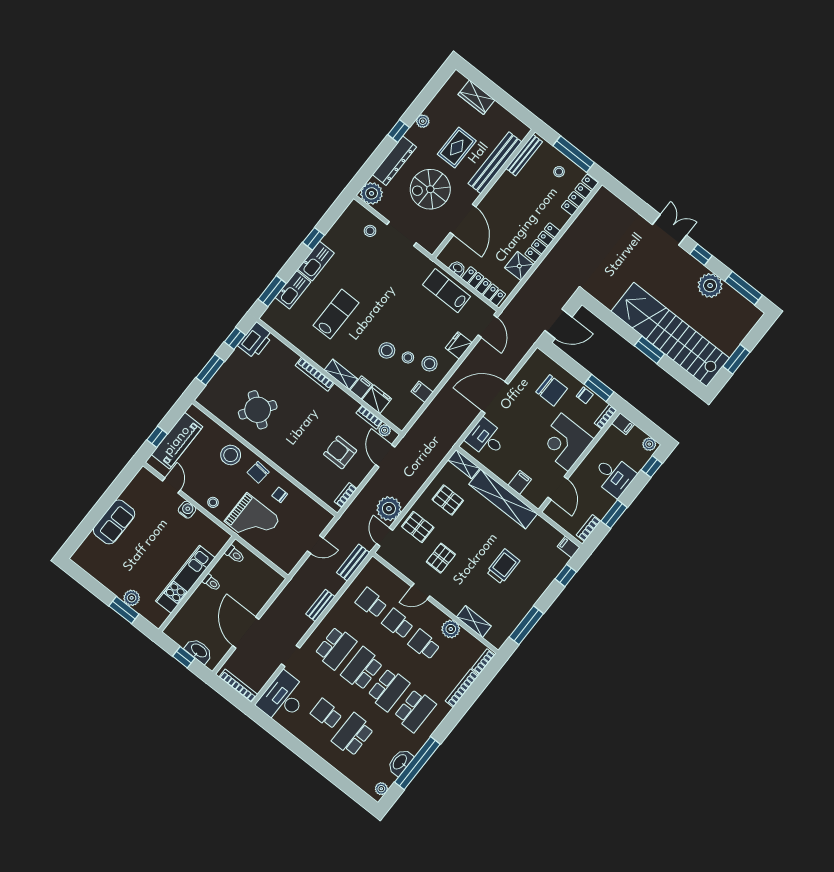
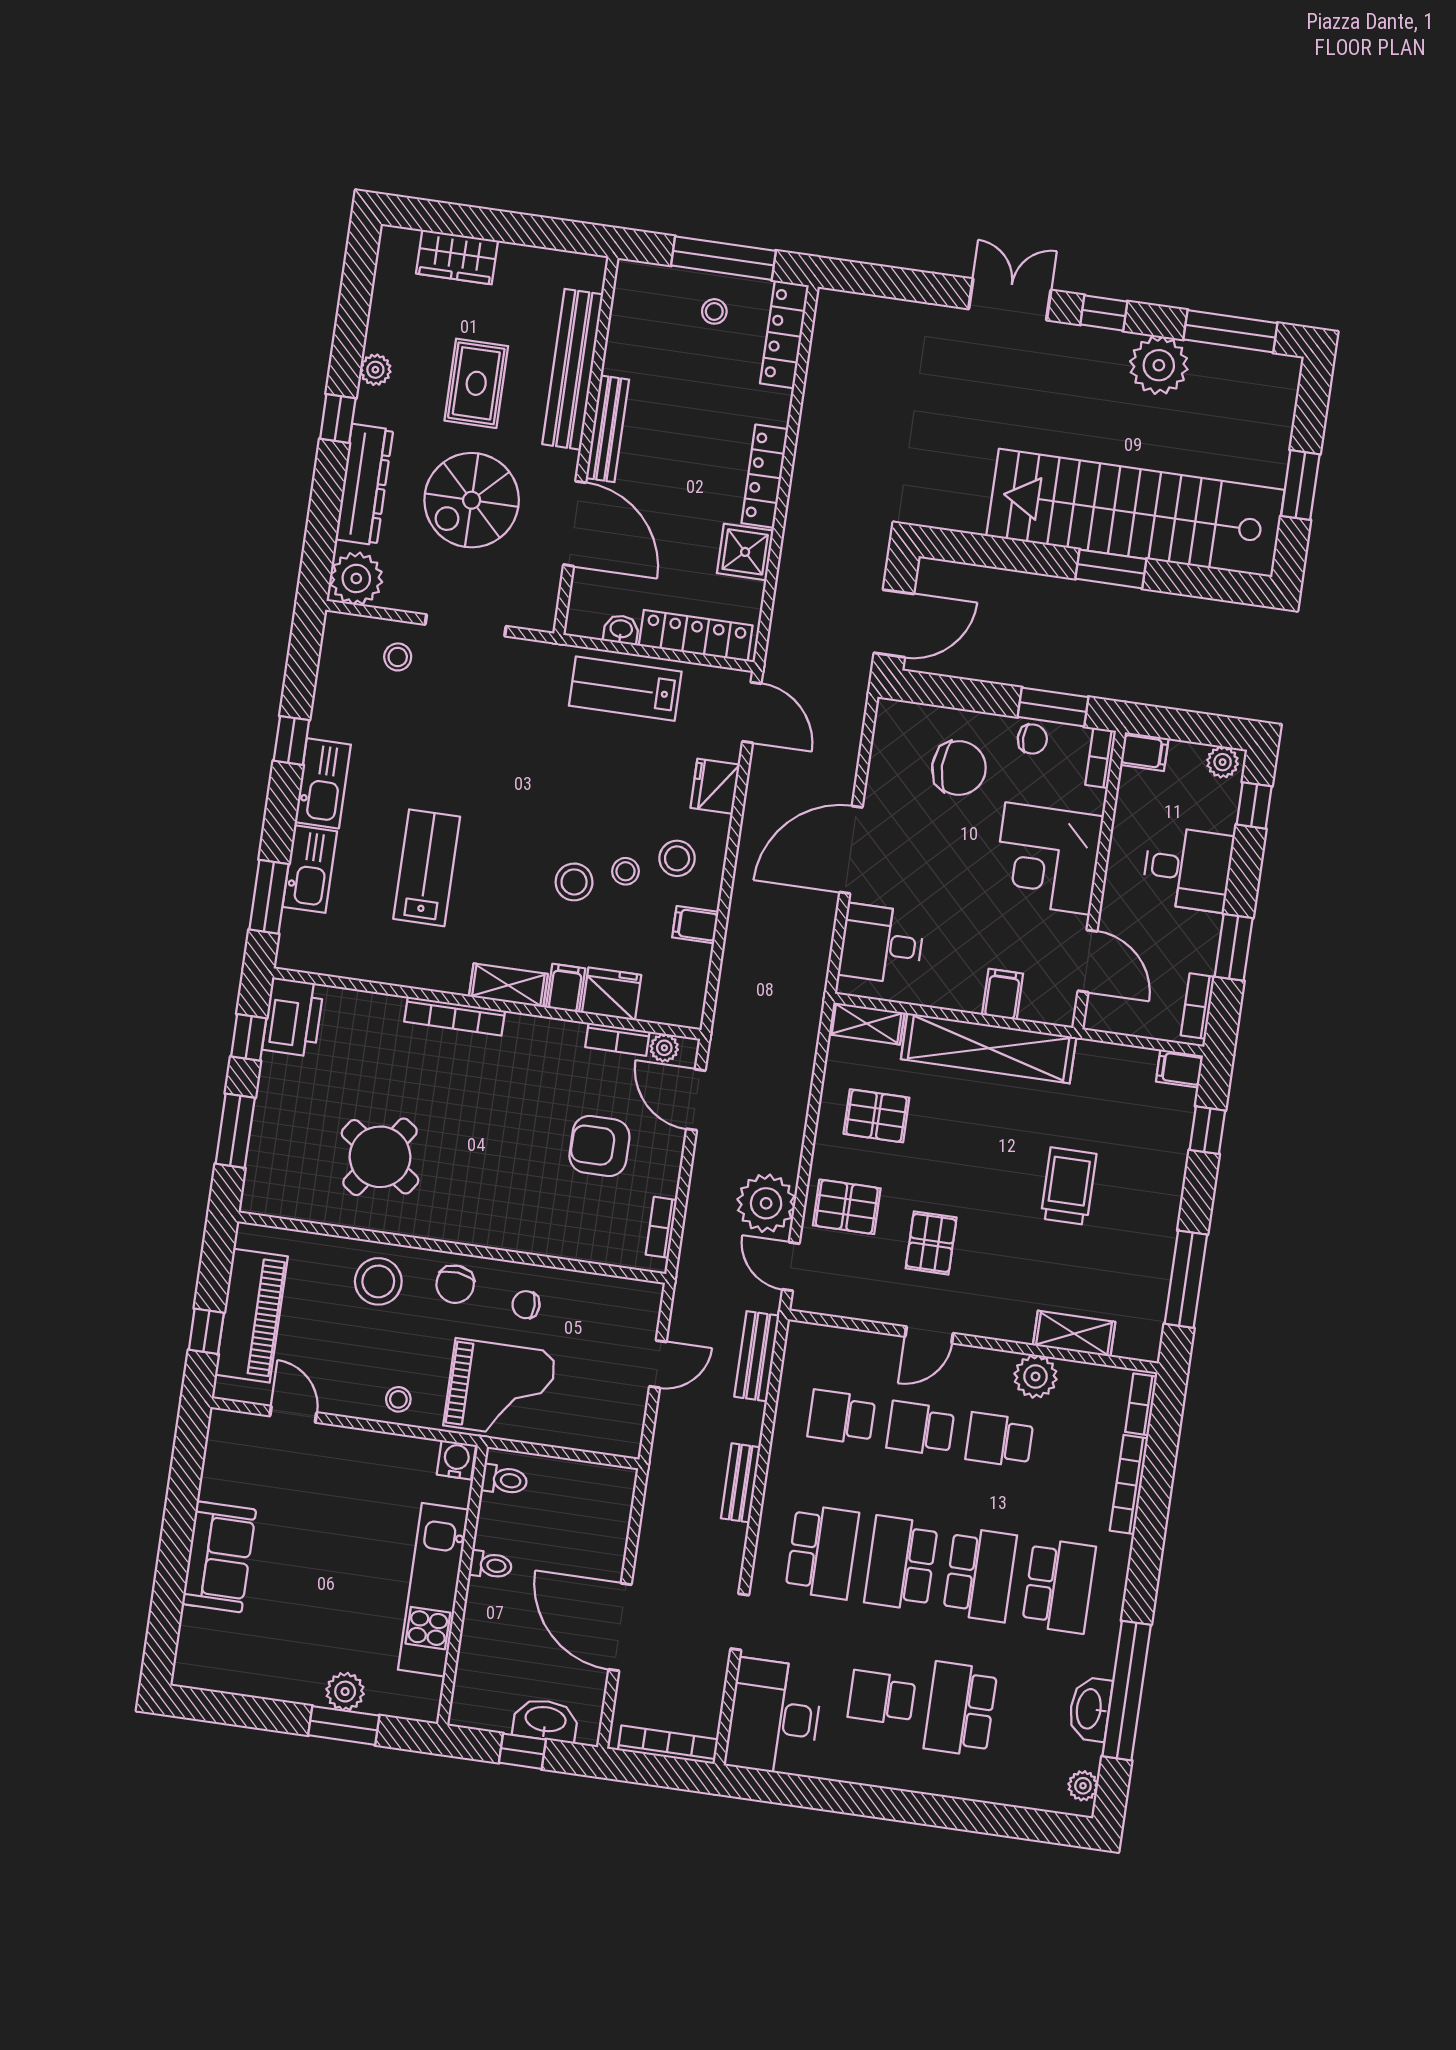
bench: (524, 155) -> (607, 429), moved
water cooler: (187, 510) -> (456, 1460), moved

